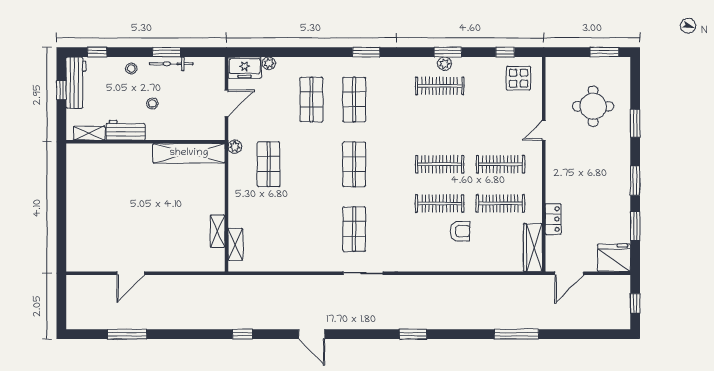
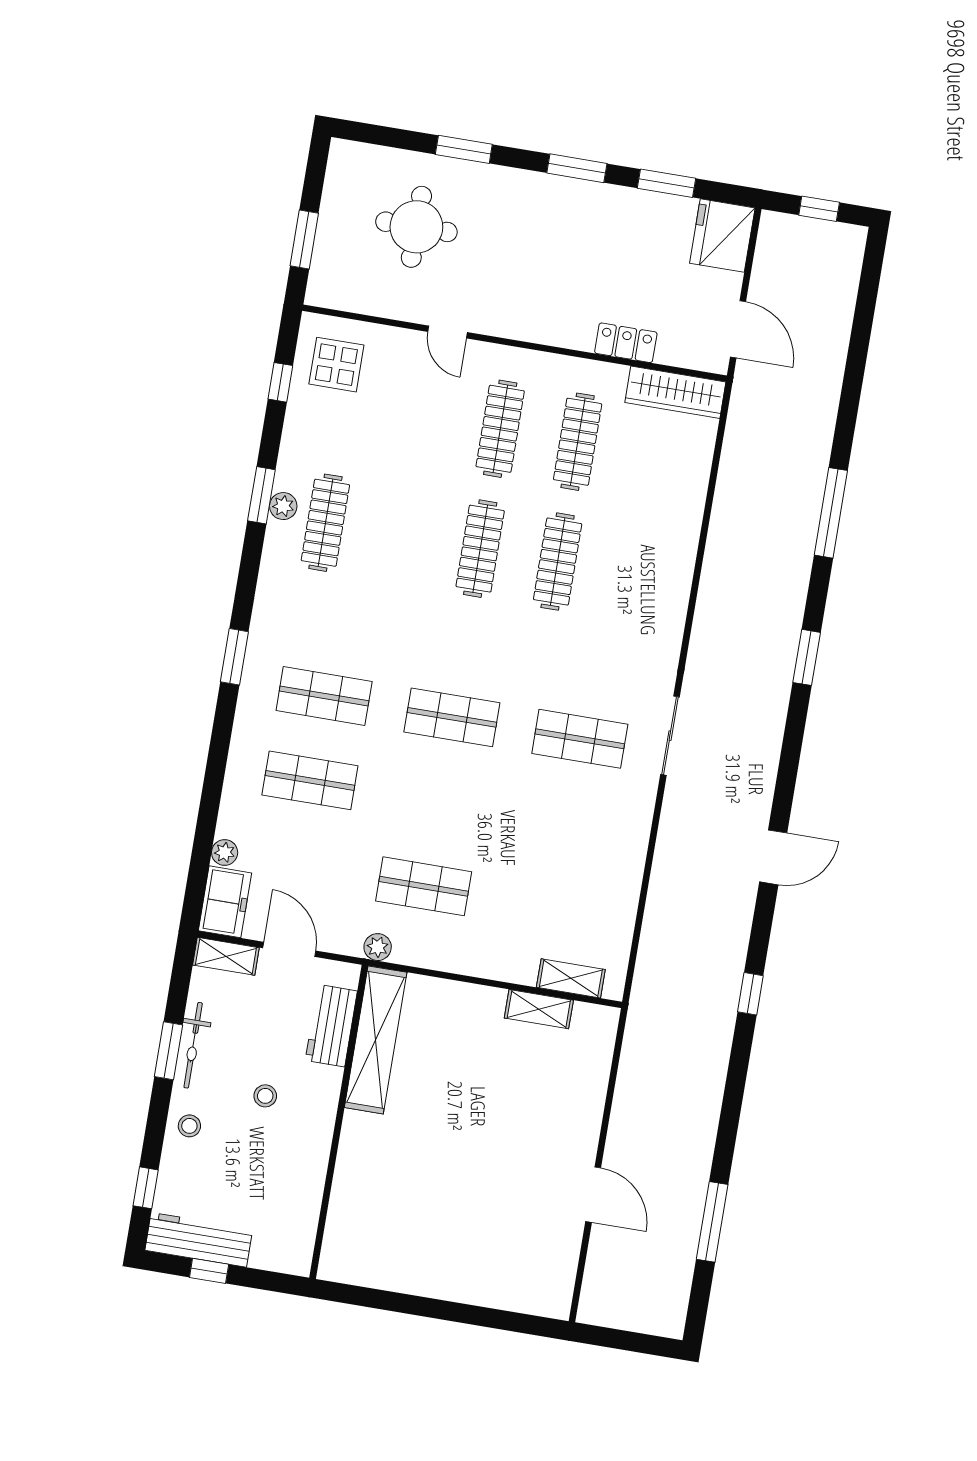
window: (604, 52) -> (304, 240), moved
workbench: (126, 130) -> (331, 1026), moved
shelving: (89, 133) -> (226, 956), moved, turned 90
armchair: (460, 231) -> (619, 531), removed
window: (517, 334) -> (831, 513), moved

